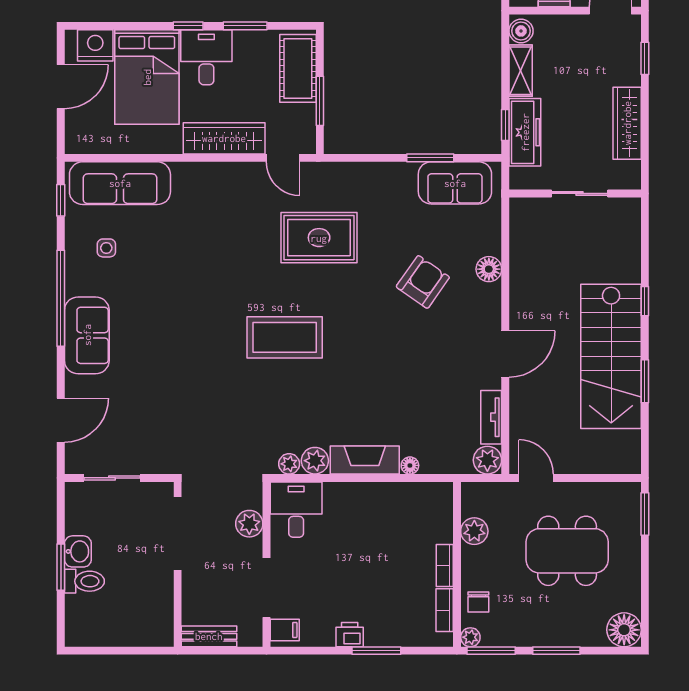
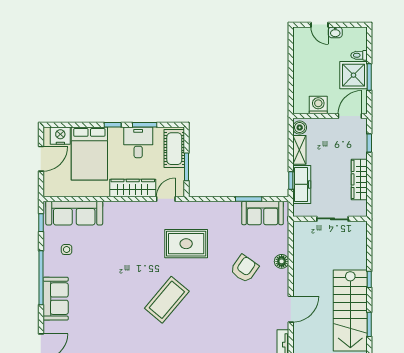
desk: (206, 57) -> (138, 142), moved
door: (283, 158) -> (166, 199), swing flipped
coffee table: (285, 337) -> (167, 300), turned -50

